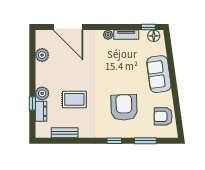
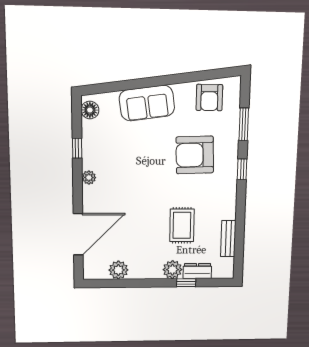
window: (148, 27) -> (77, 148), moved
tv unit: (126, 35) -> (89, 151), removed

